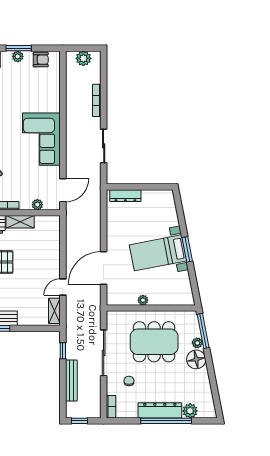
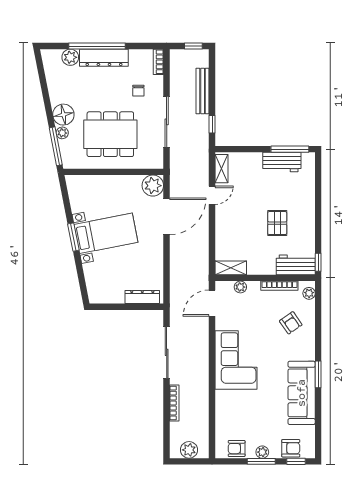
sliding door: (104, 146) -> (167, 352), width x1.37
shelving: (20, 222) -> (231, 268), moved
plant: (143, 300) -> (153, 186), moved, width x1.88, depth x1.88

